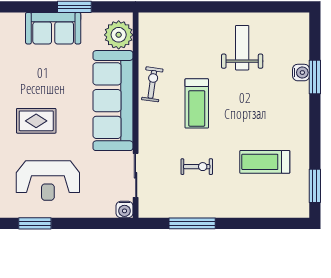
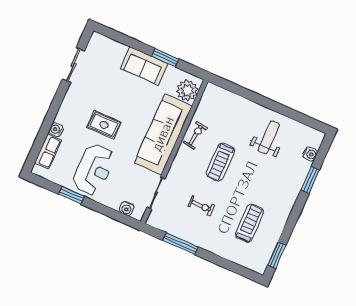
water cooler: (301, 73) -> (310, 154), moved
treadmill: (265, 162) -> (250, 223), turned 90
reception desk: (48, 181) -> (94, 170), turned -90
water cooler: (125, 210) -> (127, 208), moved

